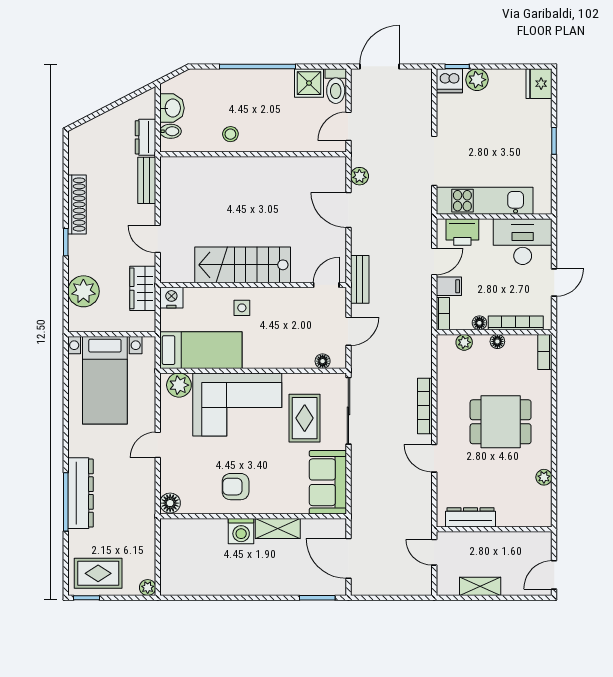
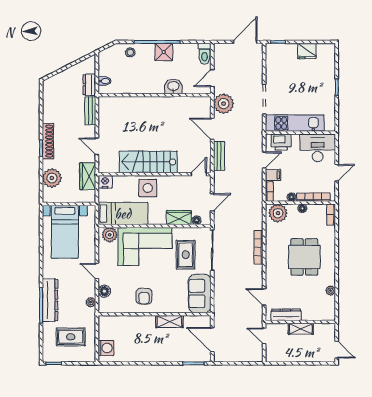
door: (380, 66) -> (245, 42), moved
plant: (477, 80) -> (290, 50), removed
dishwasher: (449, 81) -> (273, 51), removed
shower: (309, 83) -> (164, 52), moved
fridge: (539, 84) -> (307, 51), moved, turned -90
washbasin: (172, 108) -> (173, 86), moved, turned -90
stool: (230, 134) -> (130, 52), moved
plant: (359, 176) -> (224, 104), width x1.88, depth x1.88
shoe rack: (77, 204) -> (48, 141), moved
bench: (360, 279) -> (219, 156), moved
side table: (242, 308) -> (148, 188), width x1.87, depth x1.87
plant: (464, 342) -> (278, 213), width x1.88, depth x1.88
wardrobe: (293, 357) -> (179, 218), added
dining table: (501, 422) -> (304, 257), turned 90
door: (158, 445) -> (97, 271), hinge flipped
door: (434, 458) -> (264, 297), moved
armchair: (236, 487) -> (144, 296), turned -90
floor lamp: (170, 503) -> (104, 291), moved
washing machine: (241, 531) -> (106, 348), moved, turned -90
rug: (98, 573) -> (71, 337), moved
door: (554, 575) -> (337, 350), swing flipped
shelving: (480, 586) -> (301, 329), moved
plant: (148, 588) -> (91, 302), moved

